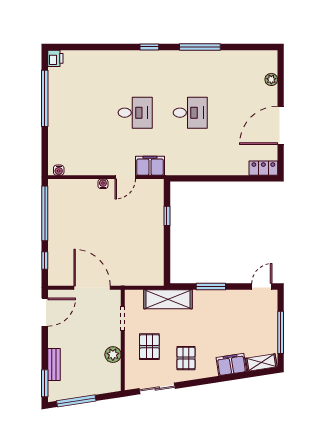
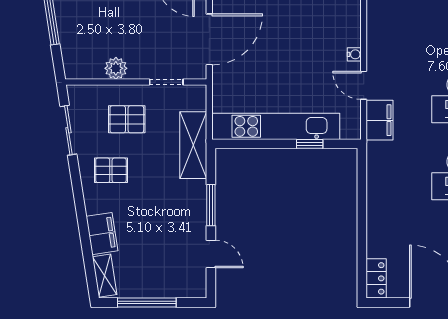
kitchen unit: (154, 240) -> (276, 126), added
door: (262, 286) -> (211, 254), moved

